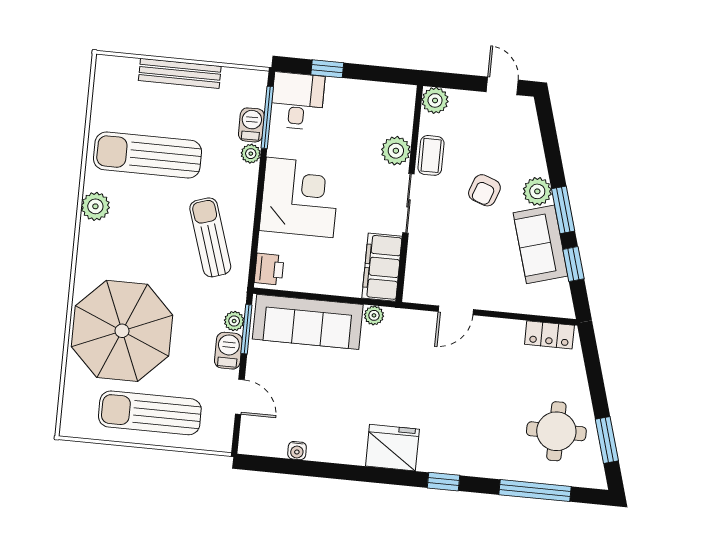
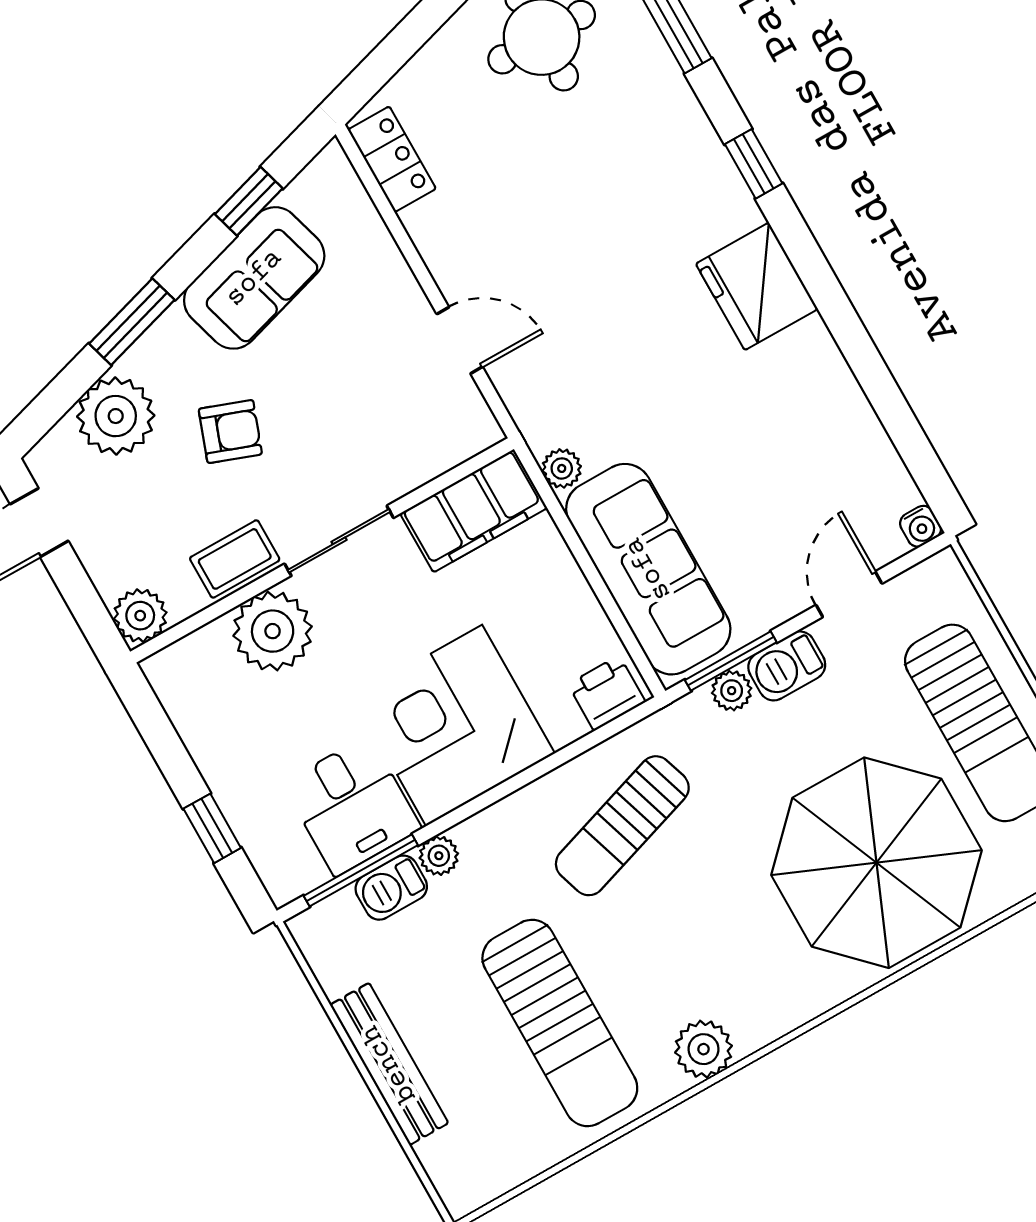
desk: (297, 101) -> (352, 806), moved, turned -90
plant: (396, 151) -> (273, 631), width x1.36, depth x1.36
plant: (537, 191) -> (116, 416), moved, width x1.36, depth x1.36
window: (563, 210) -> (132, 322), moved
water cooler: (297, 451) -> (921, 526), moved, turned 90

